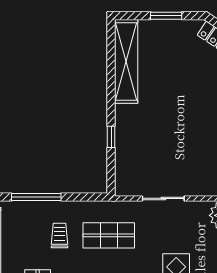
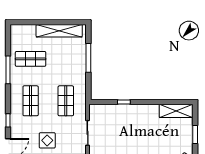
shelving: (126, 61) -> (176, 111), width x0.68
trolley: (59, 235) -> (66, 72), removed

